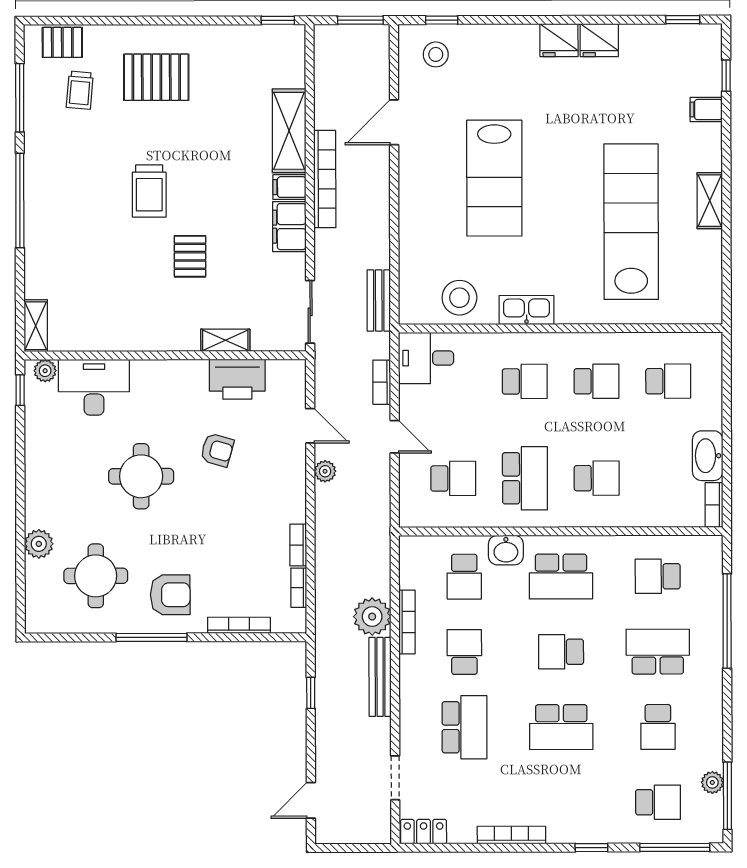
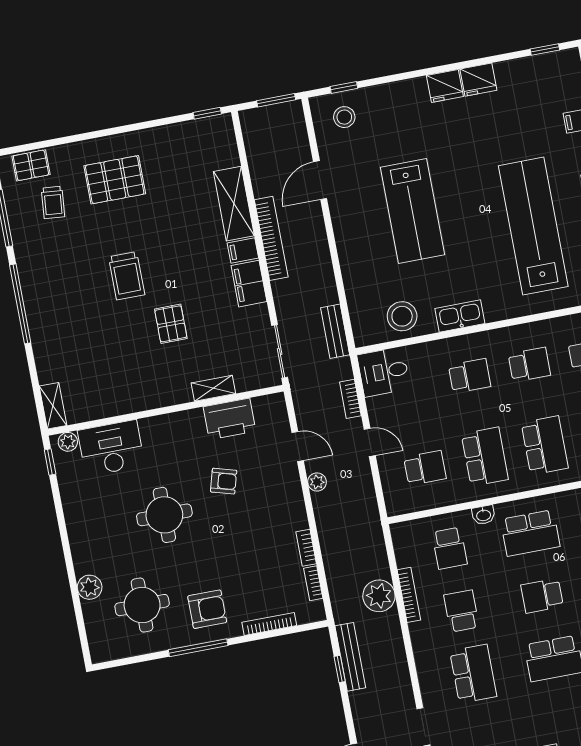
school desk: (597, 478) -> (545, 445), width x1.85
washbasin: (506, 550) -> (483, 515), width x0.72, depth x0.69
bench: (380, 677) -> (350, 657), moved

